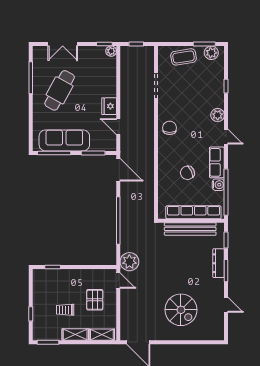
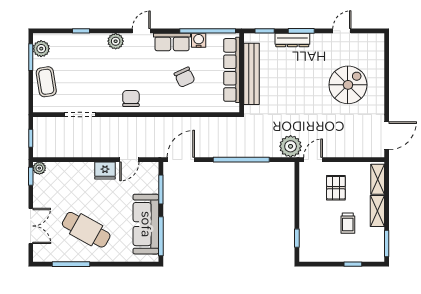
chair: (170, 128) -> (131, 99), turned 90
pallet: (95, 300) -> (336, 188), turned 90

